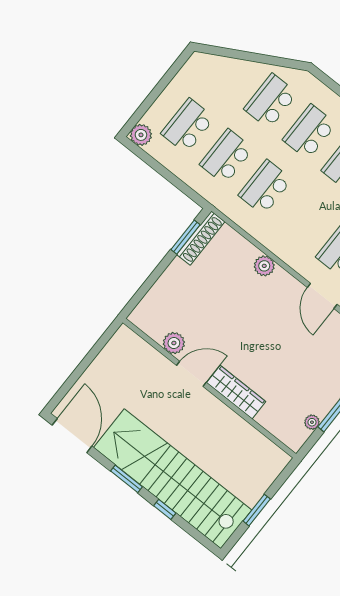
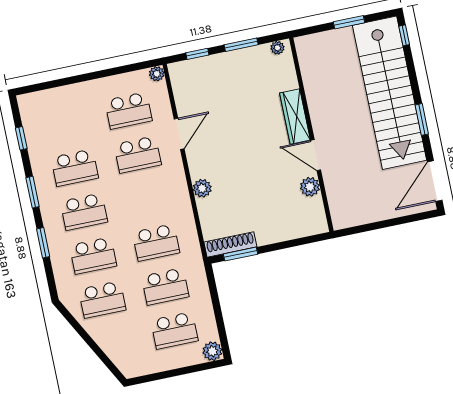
plant: (312, 422) -> (277, 48), moved
window: (165, 509) -> (404, 35), moved

